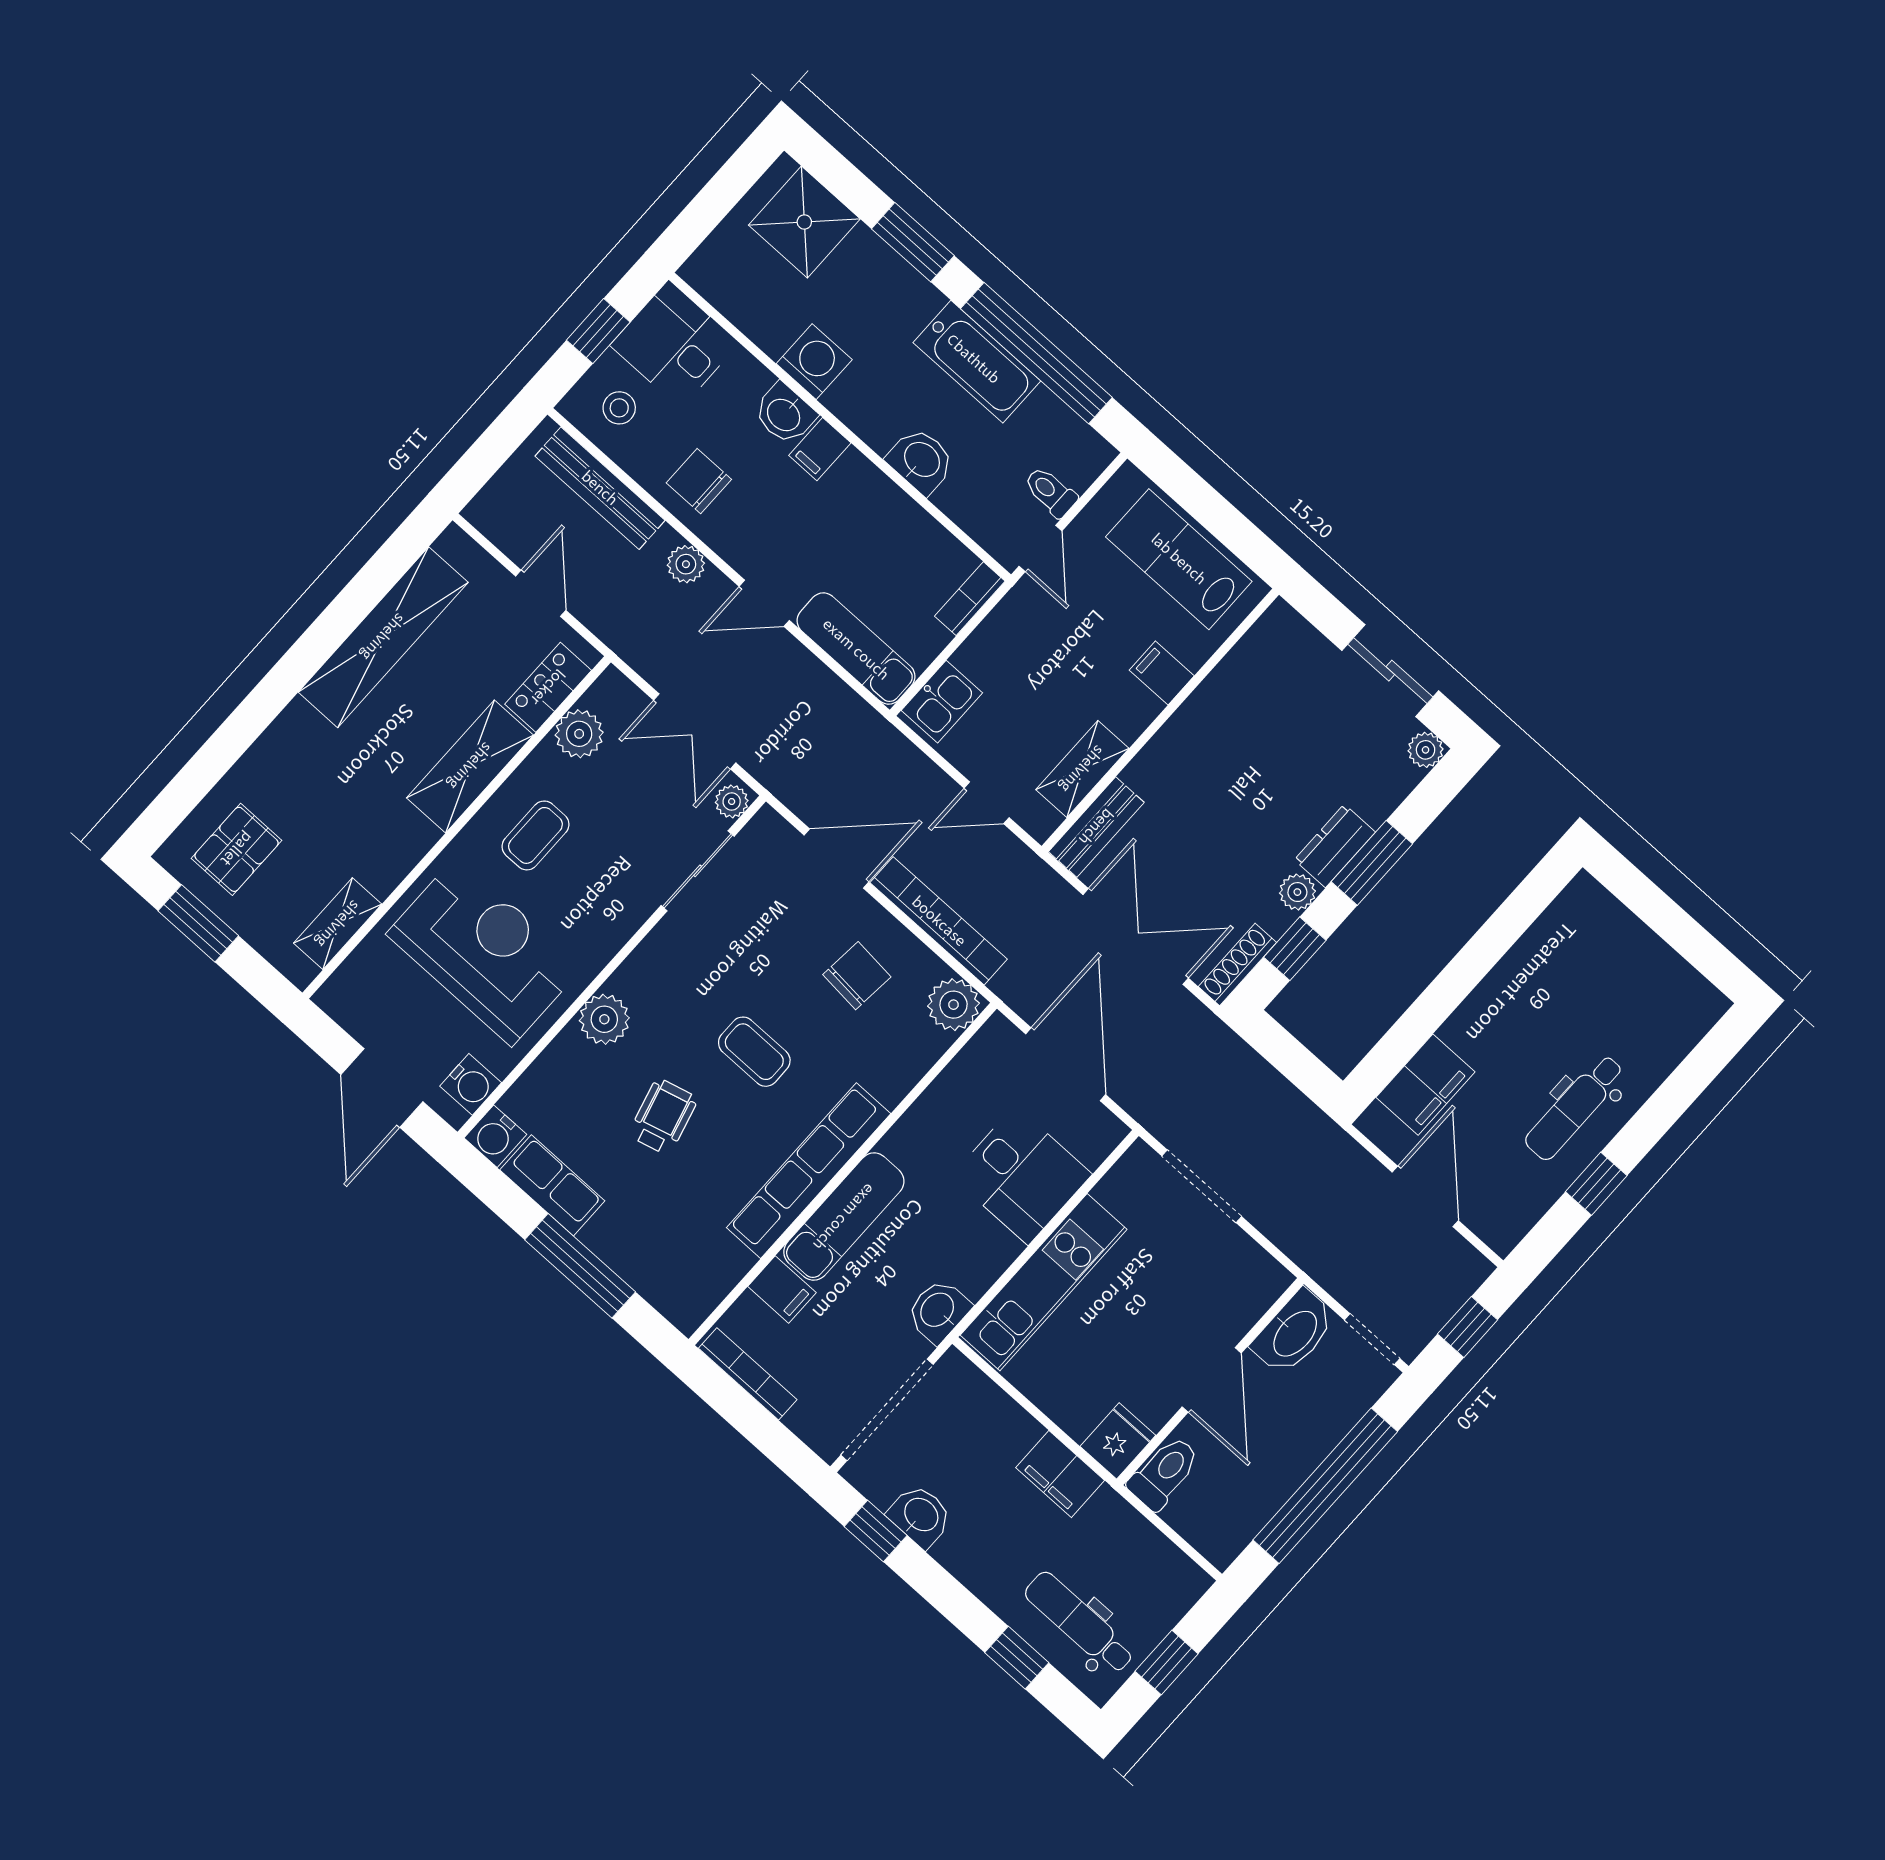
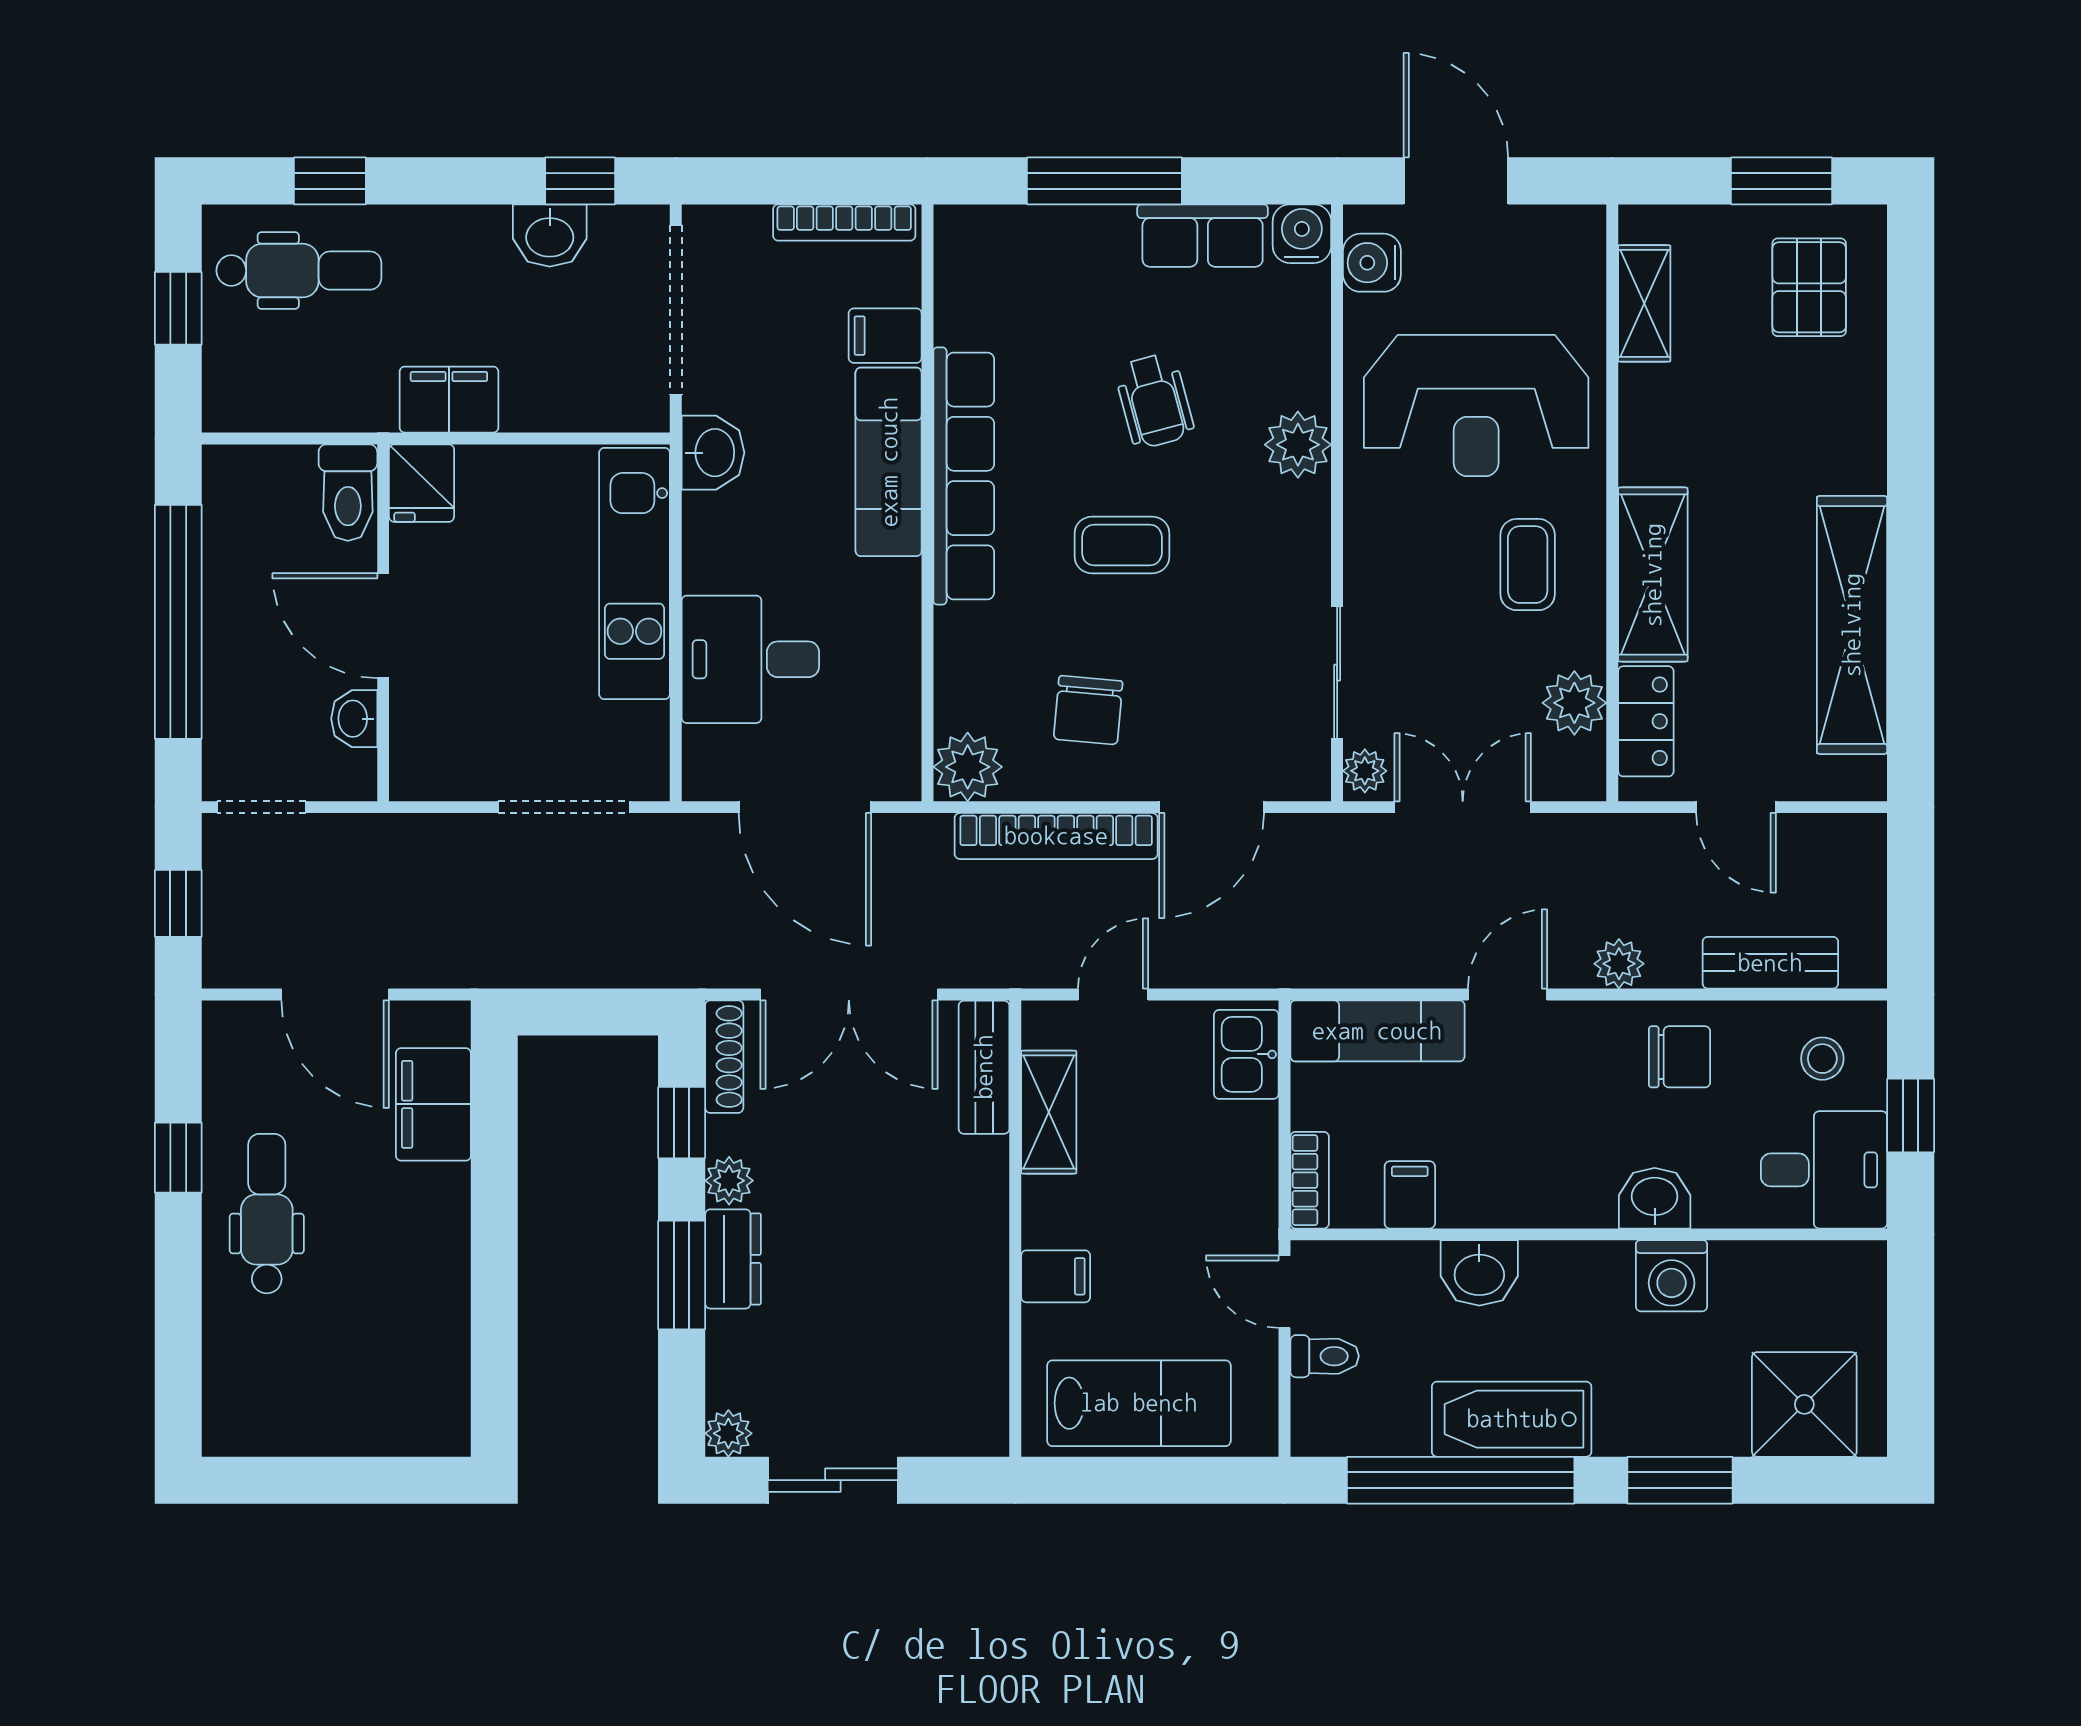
filing cabinet: (820, 449) -> (1410, 1195), moved
bench: (600, 488) -> (1770, 963), width x0.73
washbasin: (1294, 1333) -> (354, 719), width x0.52, depth x0.69

